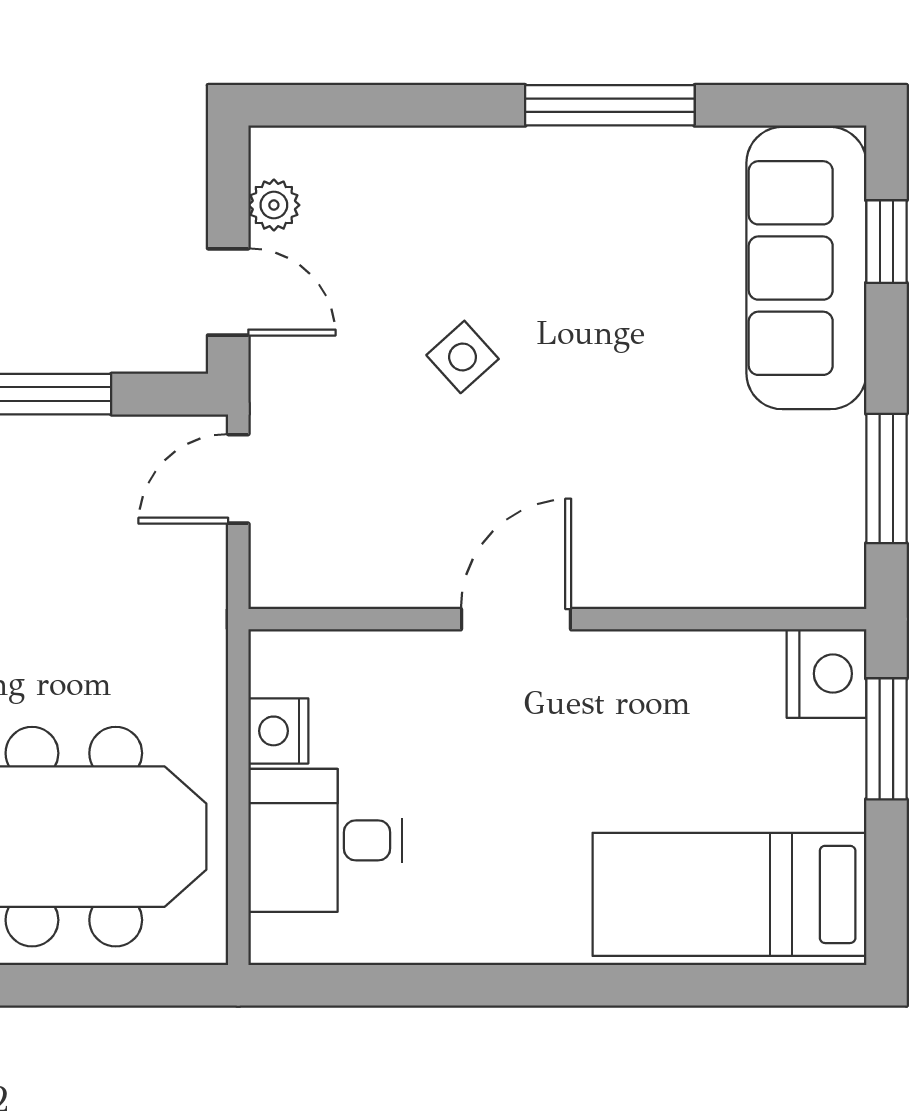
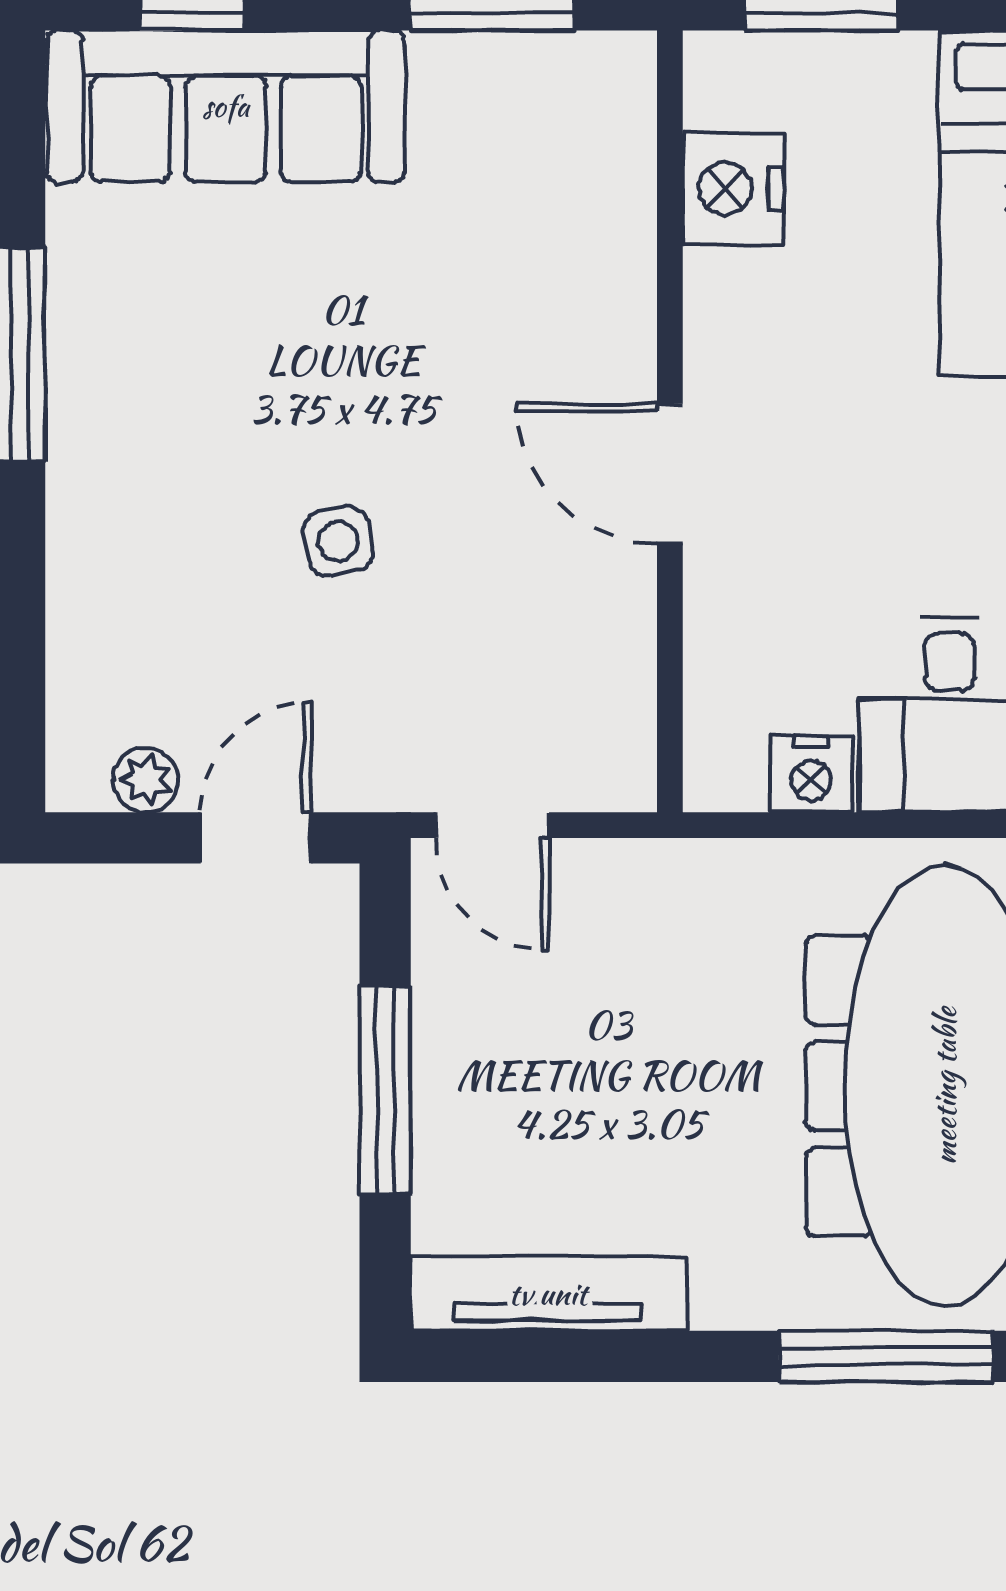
side table: (463, 357) -> (338, 541), turned 30
nightstand: (827, 674) -> (733, 189), moved, turned -90

